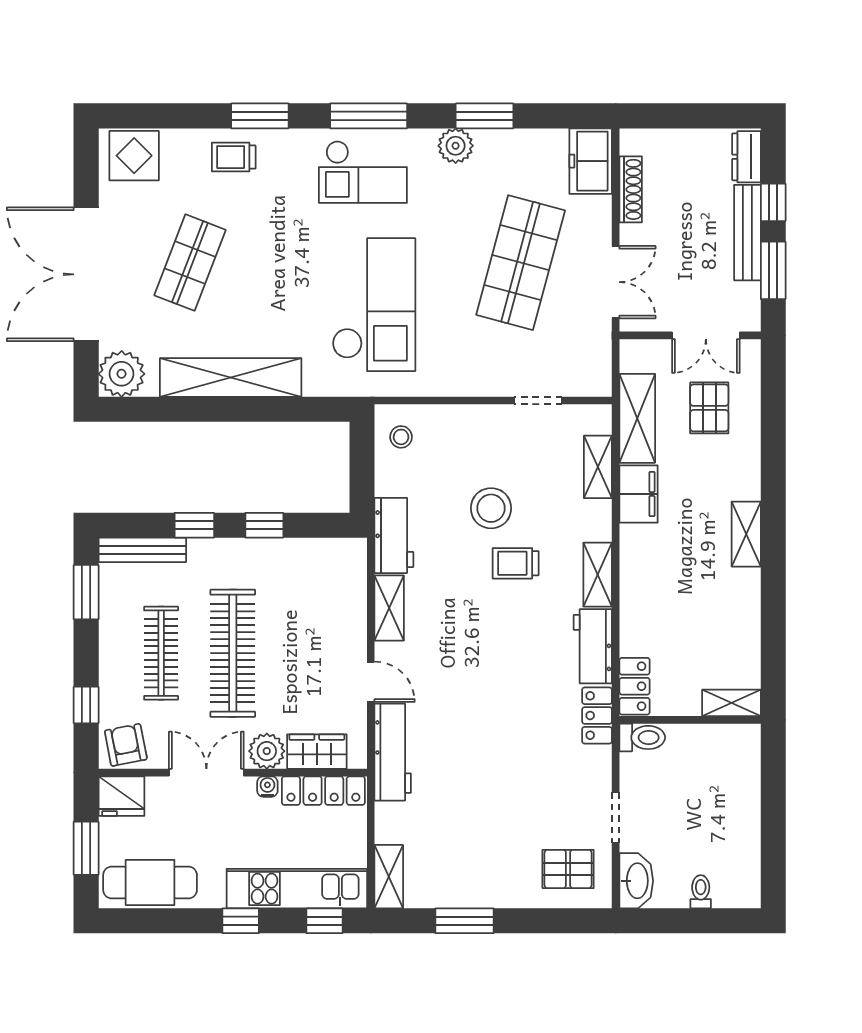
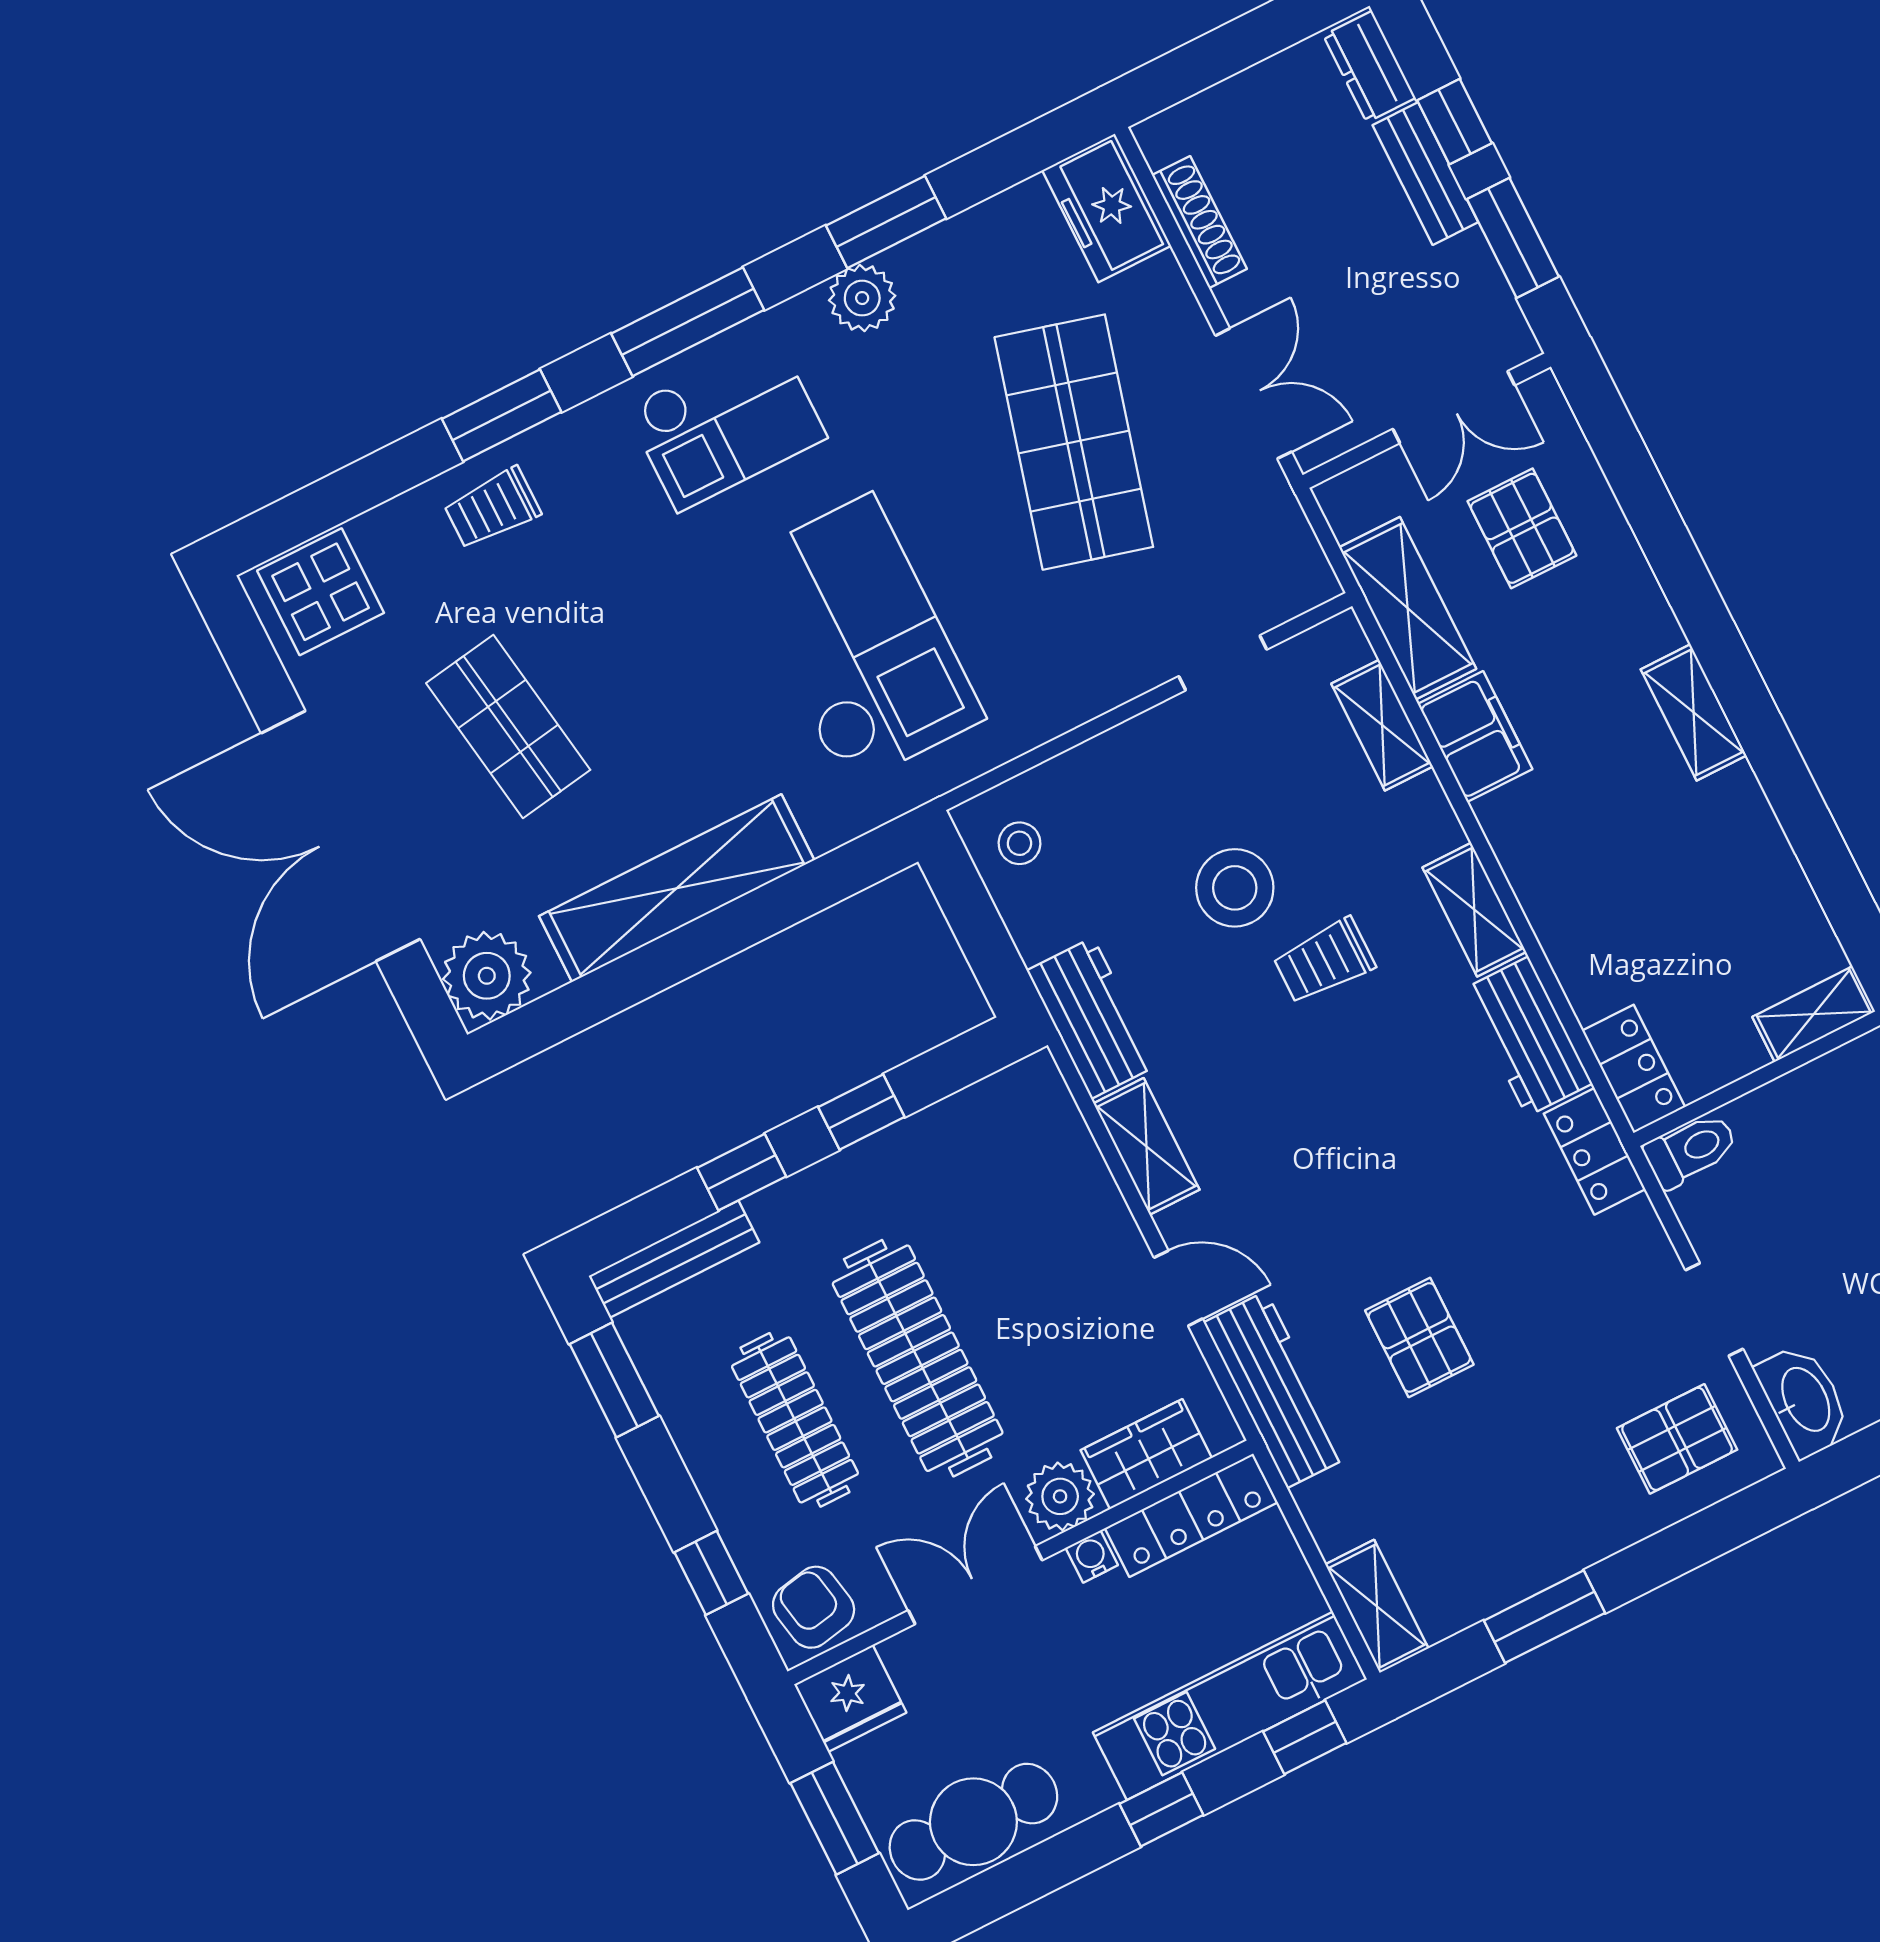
bench: (747, 233) -> (1425, 174), width x0.73
shop shelf: (190, 263) -> (508, 726), turned -30
pallet: (472, 761) -> (1419, 1337), added

